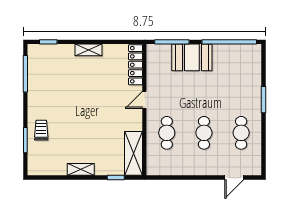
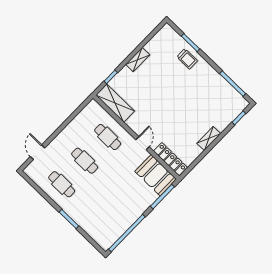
booth: (192, 57) -> (156, 175), moved, turned 90

